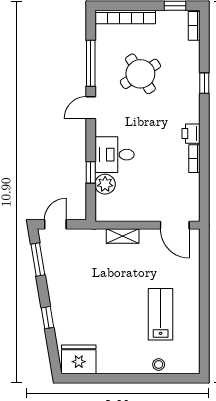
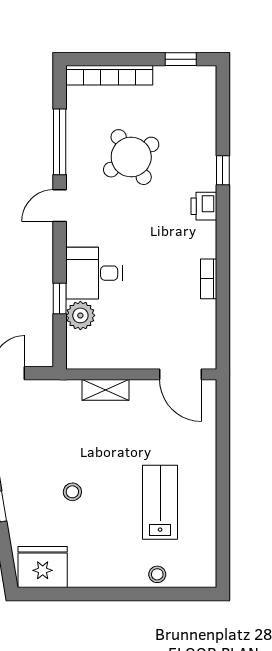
bookcase: (194, 26) -> (208, 88), removed
printer: (191, 134) -> (204, 206), moved
stool: (99, 307) -> (72, 492), added

